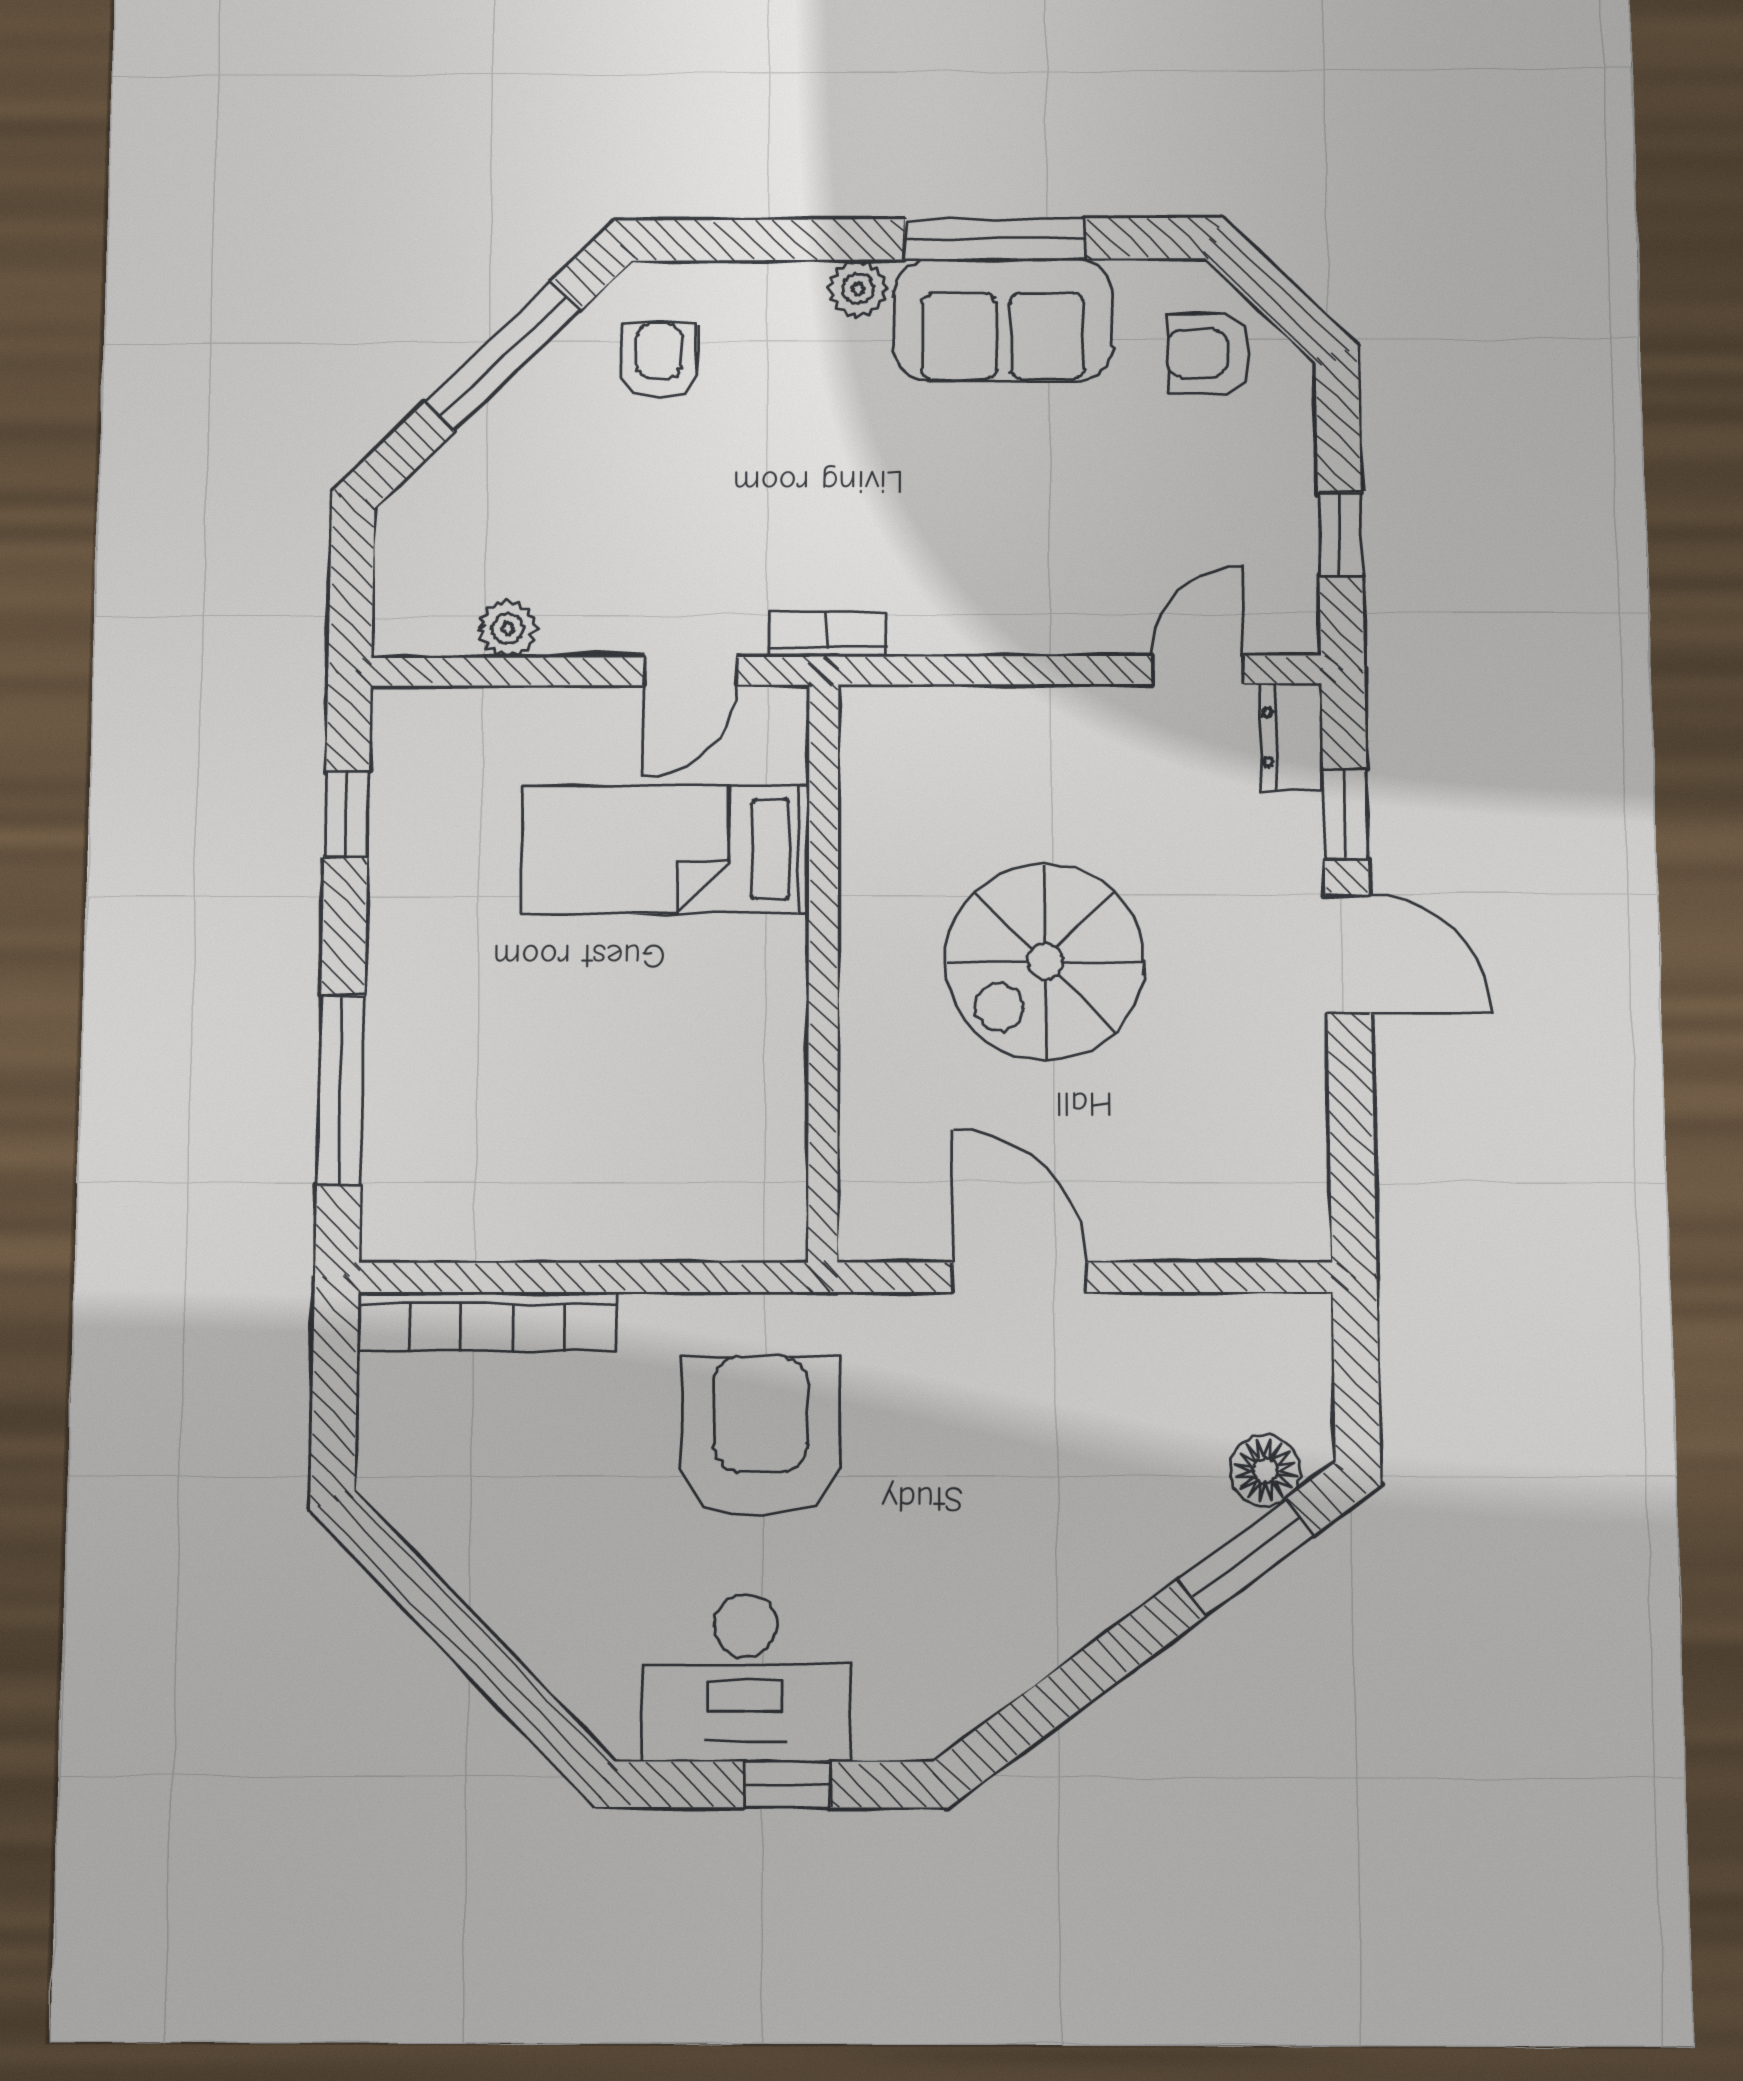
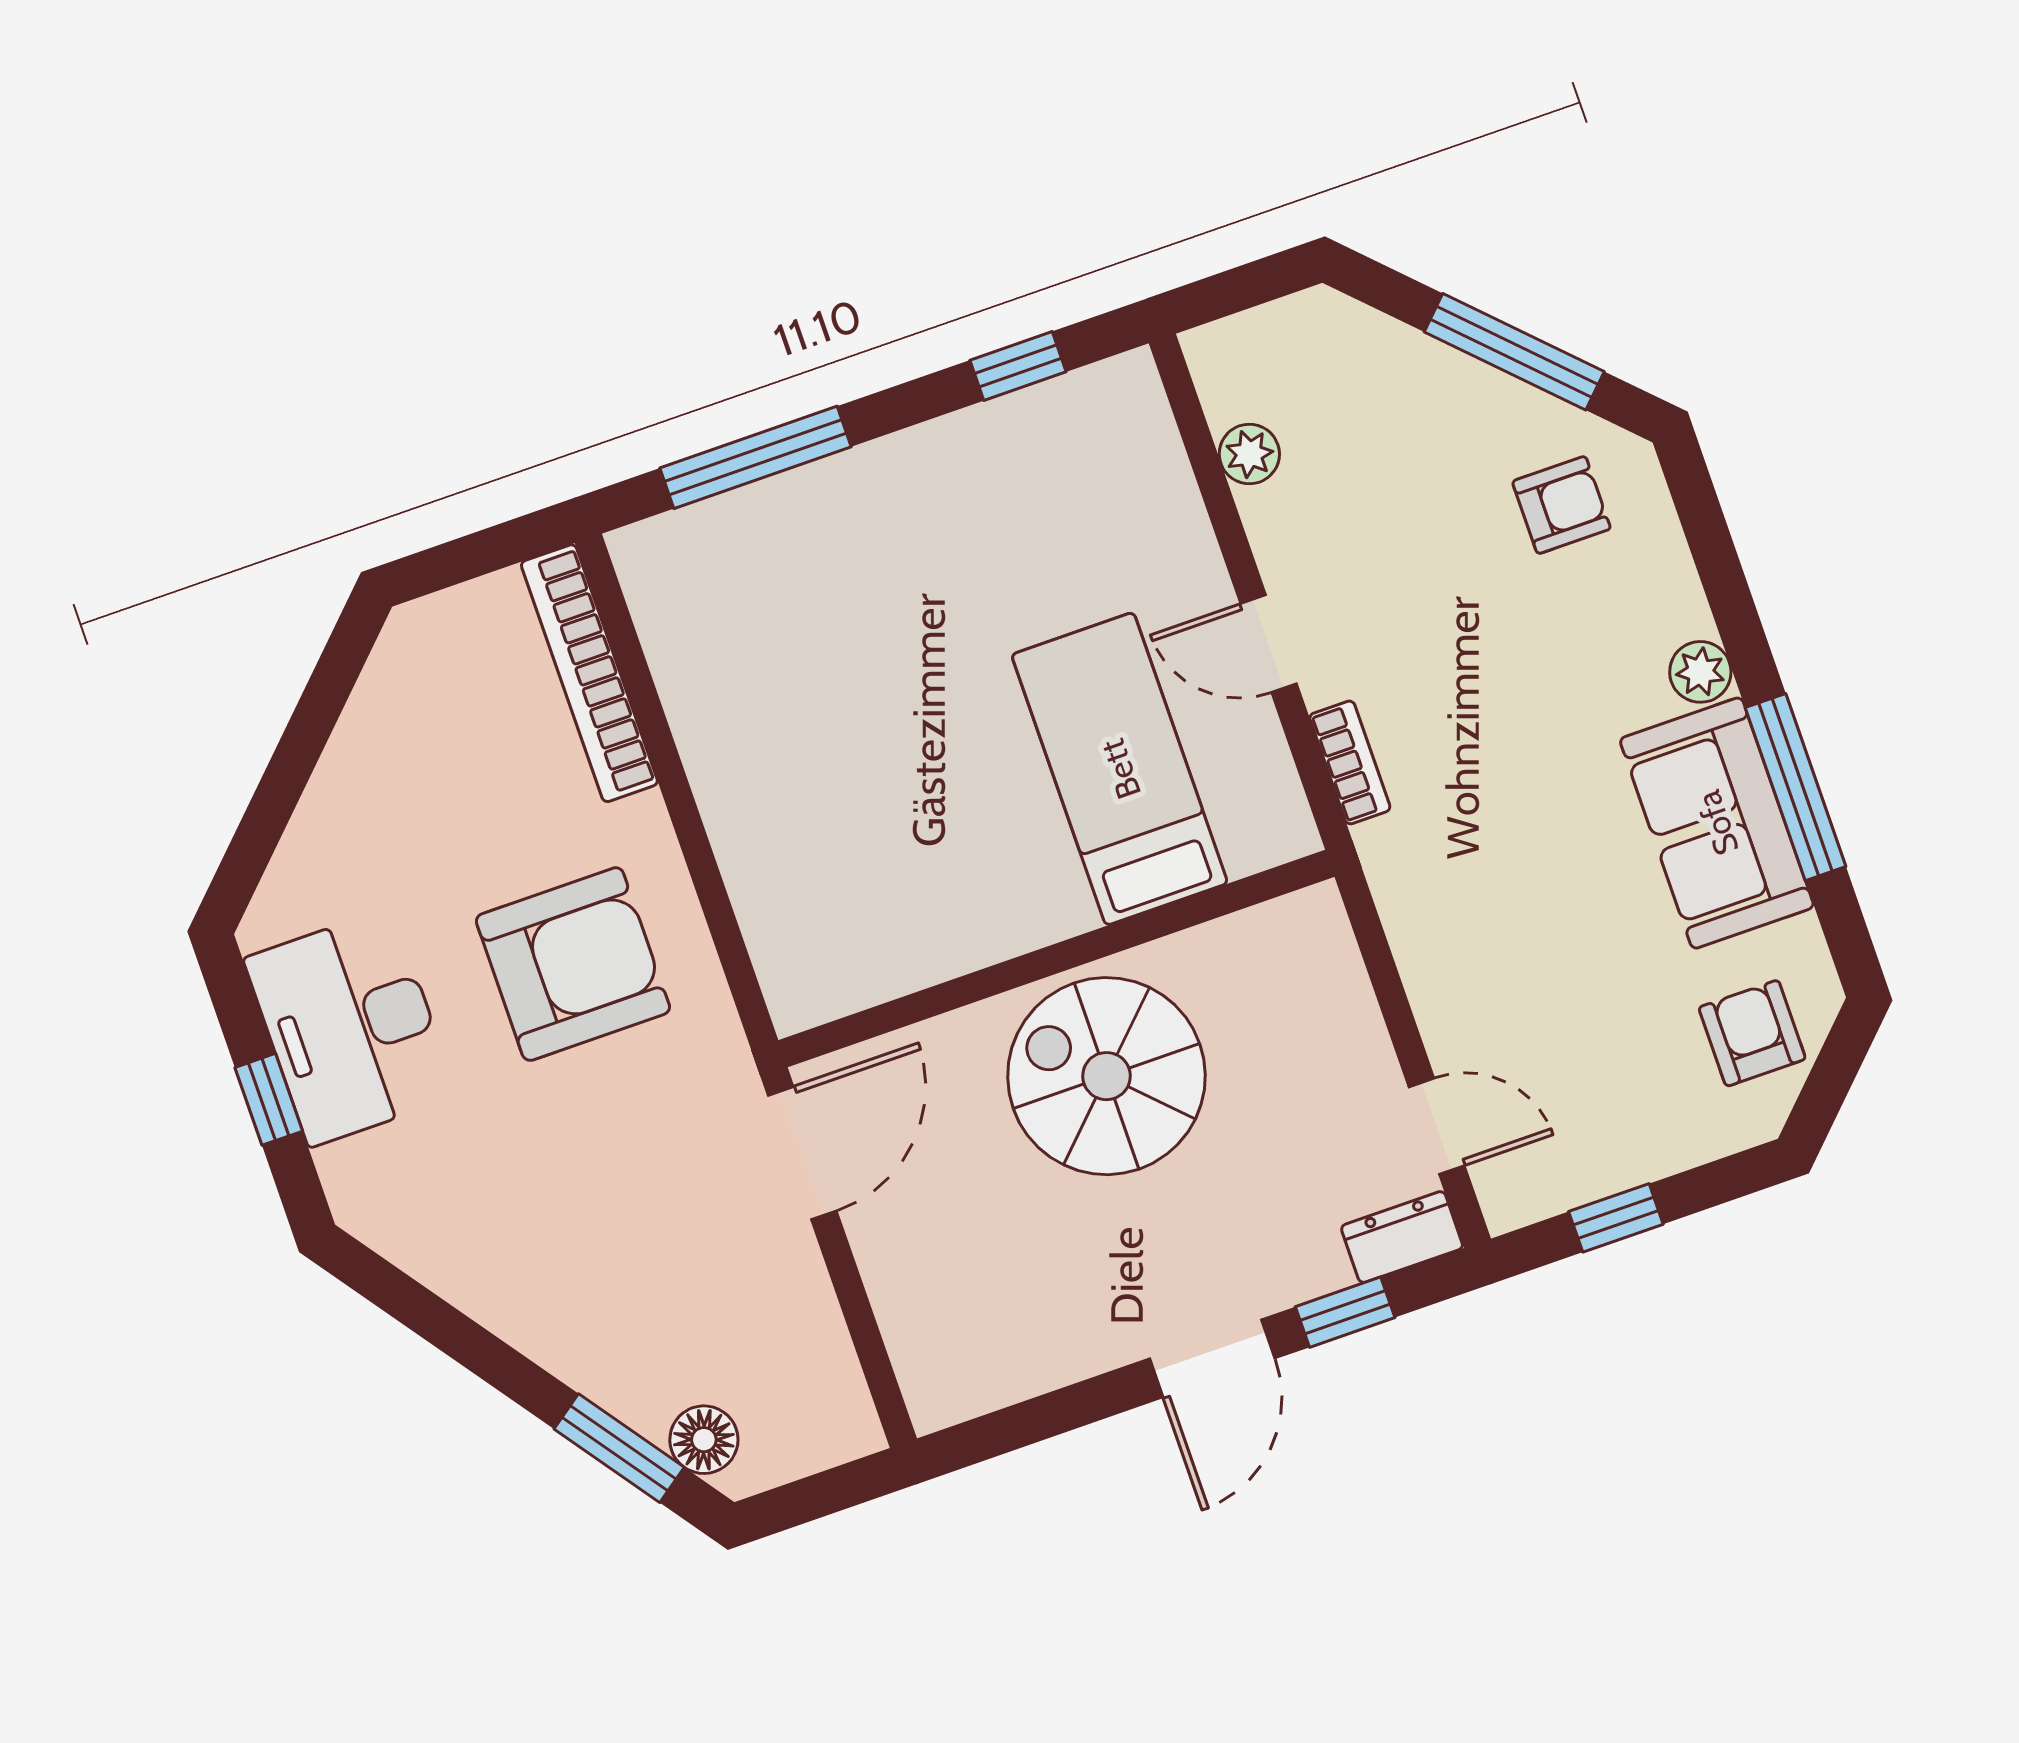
bed: (666, 849) -> (1120, 769), moved
wall: (823, 970) -> (1056, 958), moved

